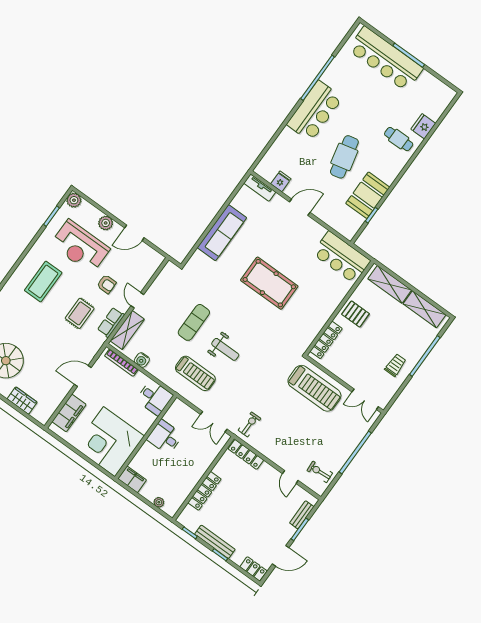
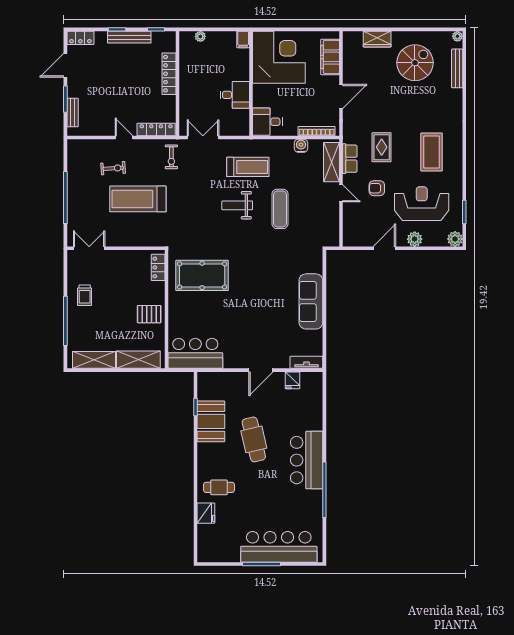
pool table: (269, 283) -> (202, 275), moved
locker: (326, 340) -> (158, 267), width x0.66
treadmill: (195, 373) -> (248, 167), turned 180
treadmill: (314, 388) -> (138, 199), moved
exercise bike: (320, 472) -> (113, 168), moved
door: (290, 477) -> (124, 137), moved
filing cabinet: (132, 479) -> (243, 39), width x0.50

